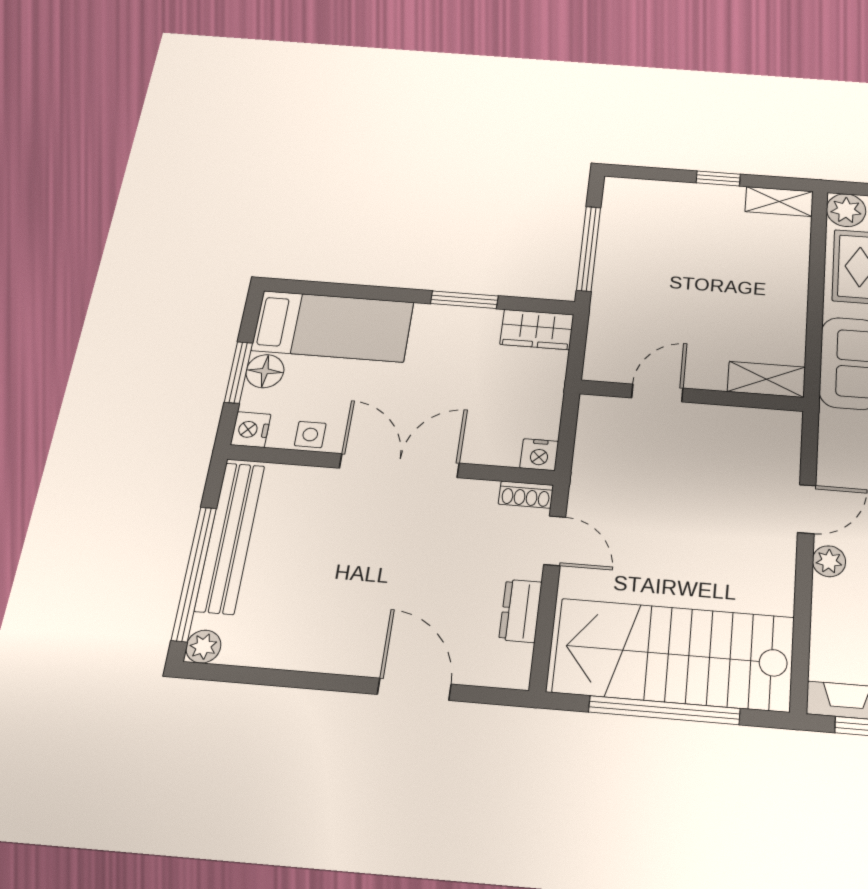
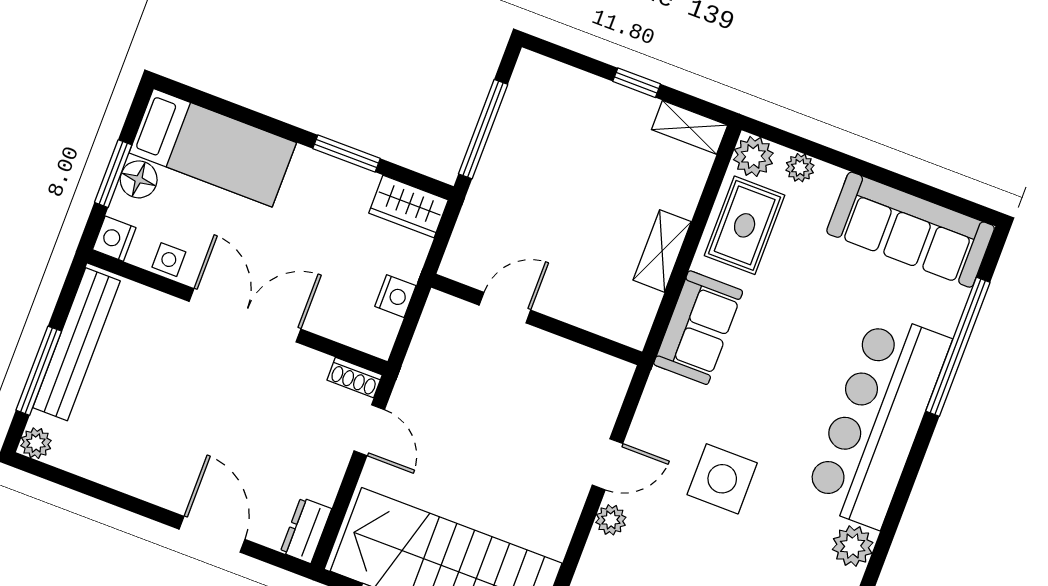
shelving: (766, 379) -> (662, 251), moved, turned 90
nightstand: (539, 455) -> (395, 296), moved, turned -90
window: (194, 573) -> (39, 371), width x0.68
dresser: (520, 611) -> (306, 530), moved

